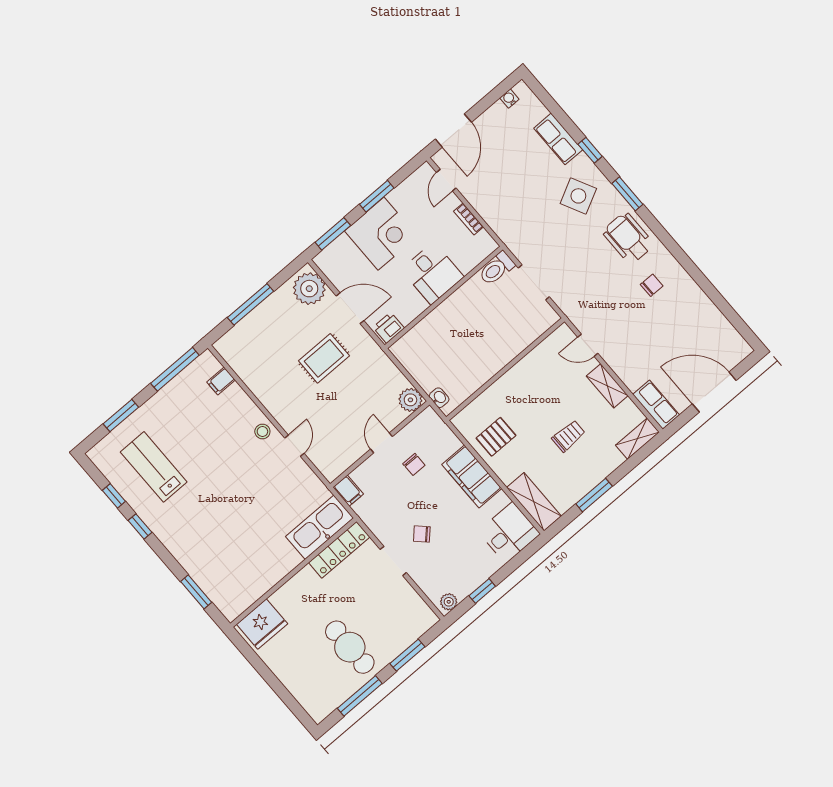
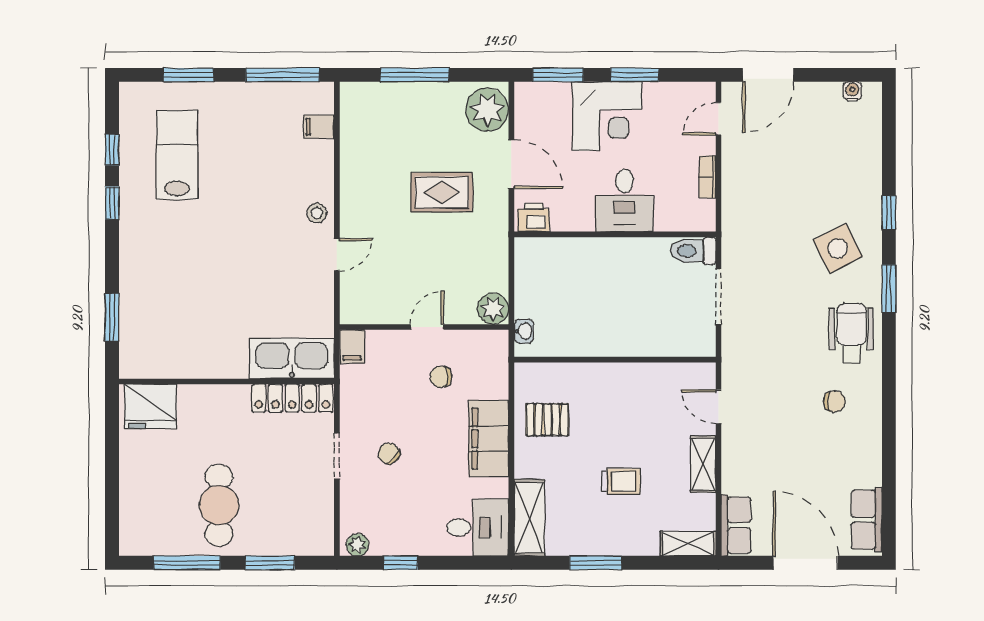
row of seats: (558, 139) -> (867, 520), moved
chair: (414, 464) -> (441, 377), turned 90

